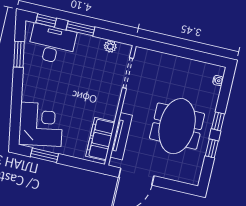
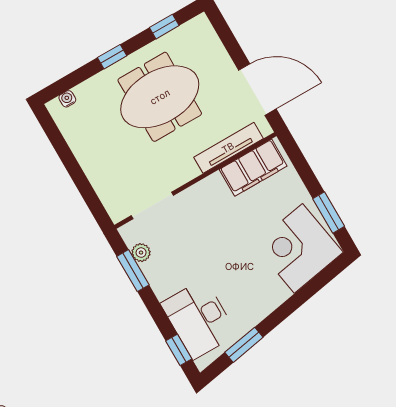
window: (81, 29) -> (133, 271), moved
window: (212, 148) -> (164, 27), moved

